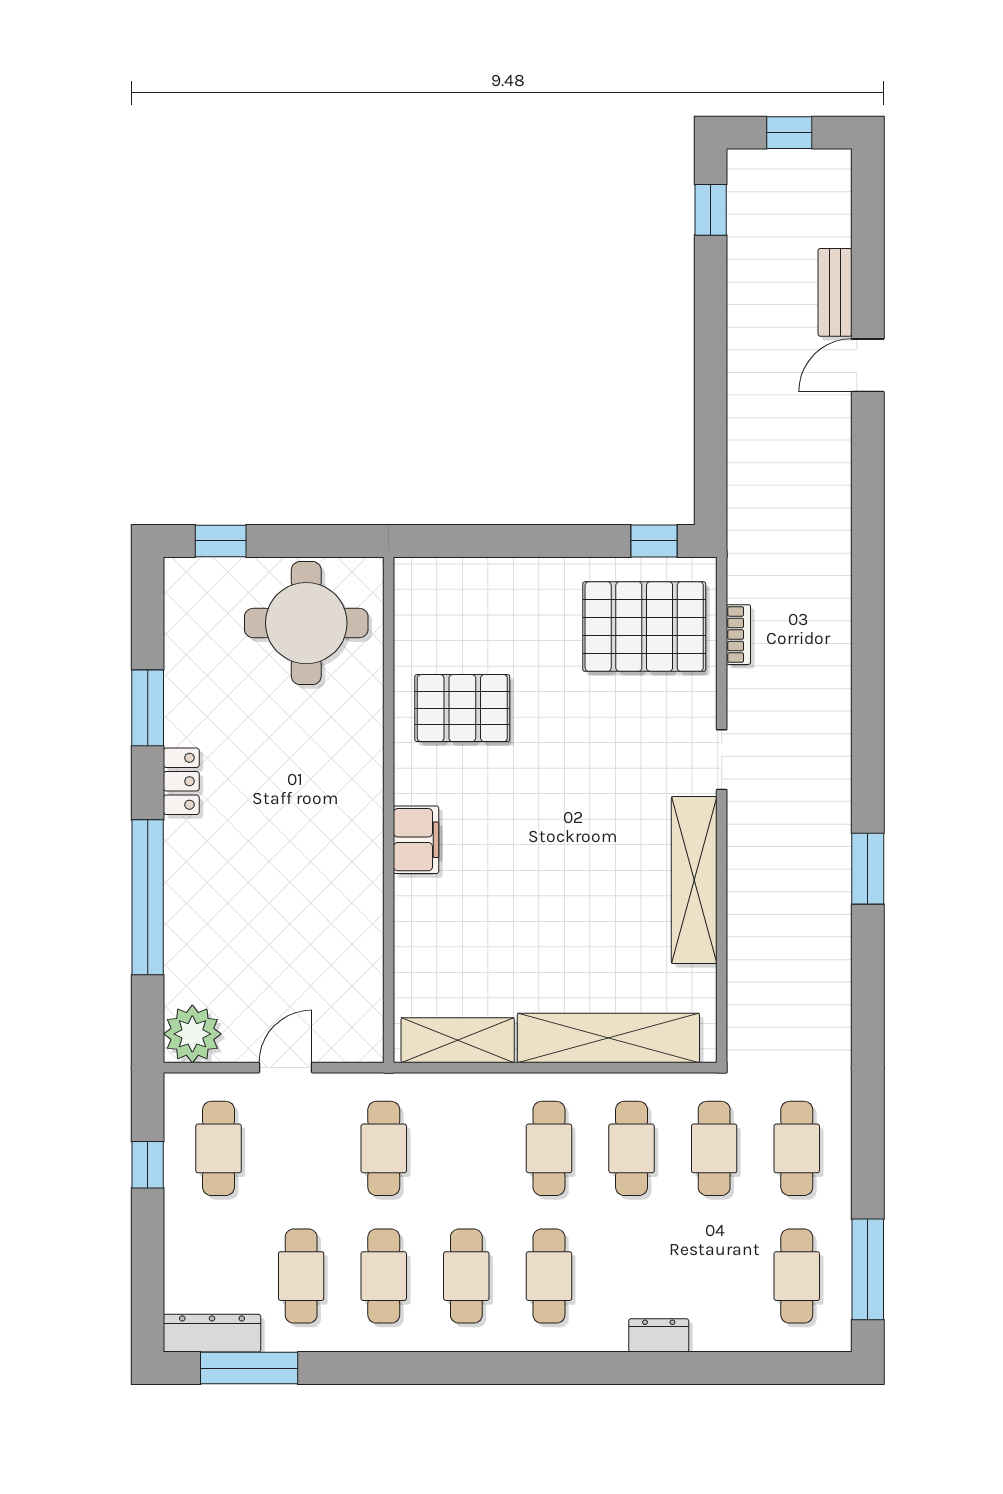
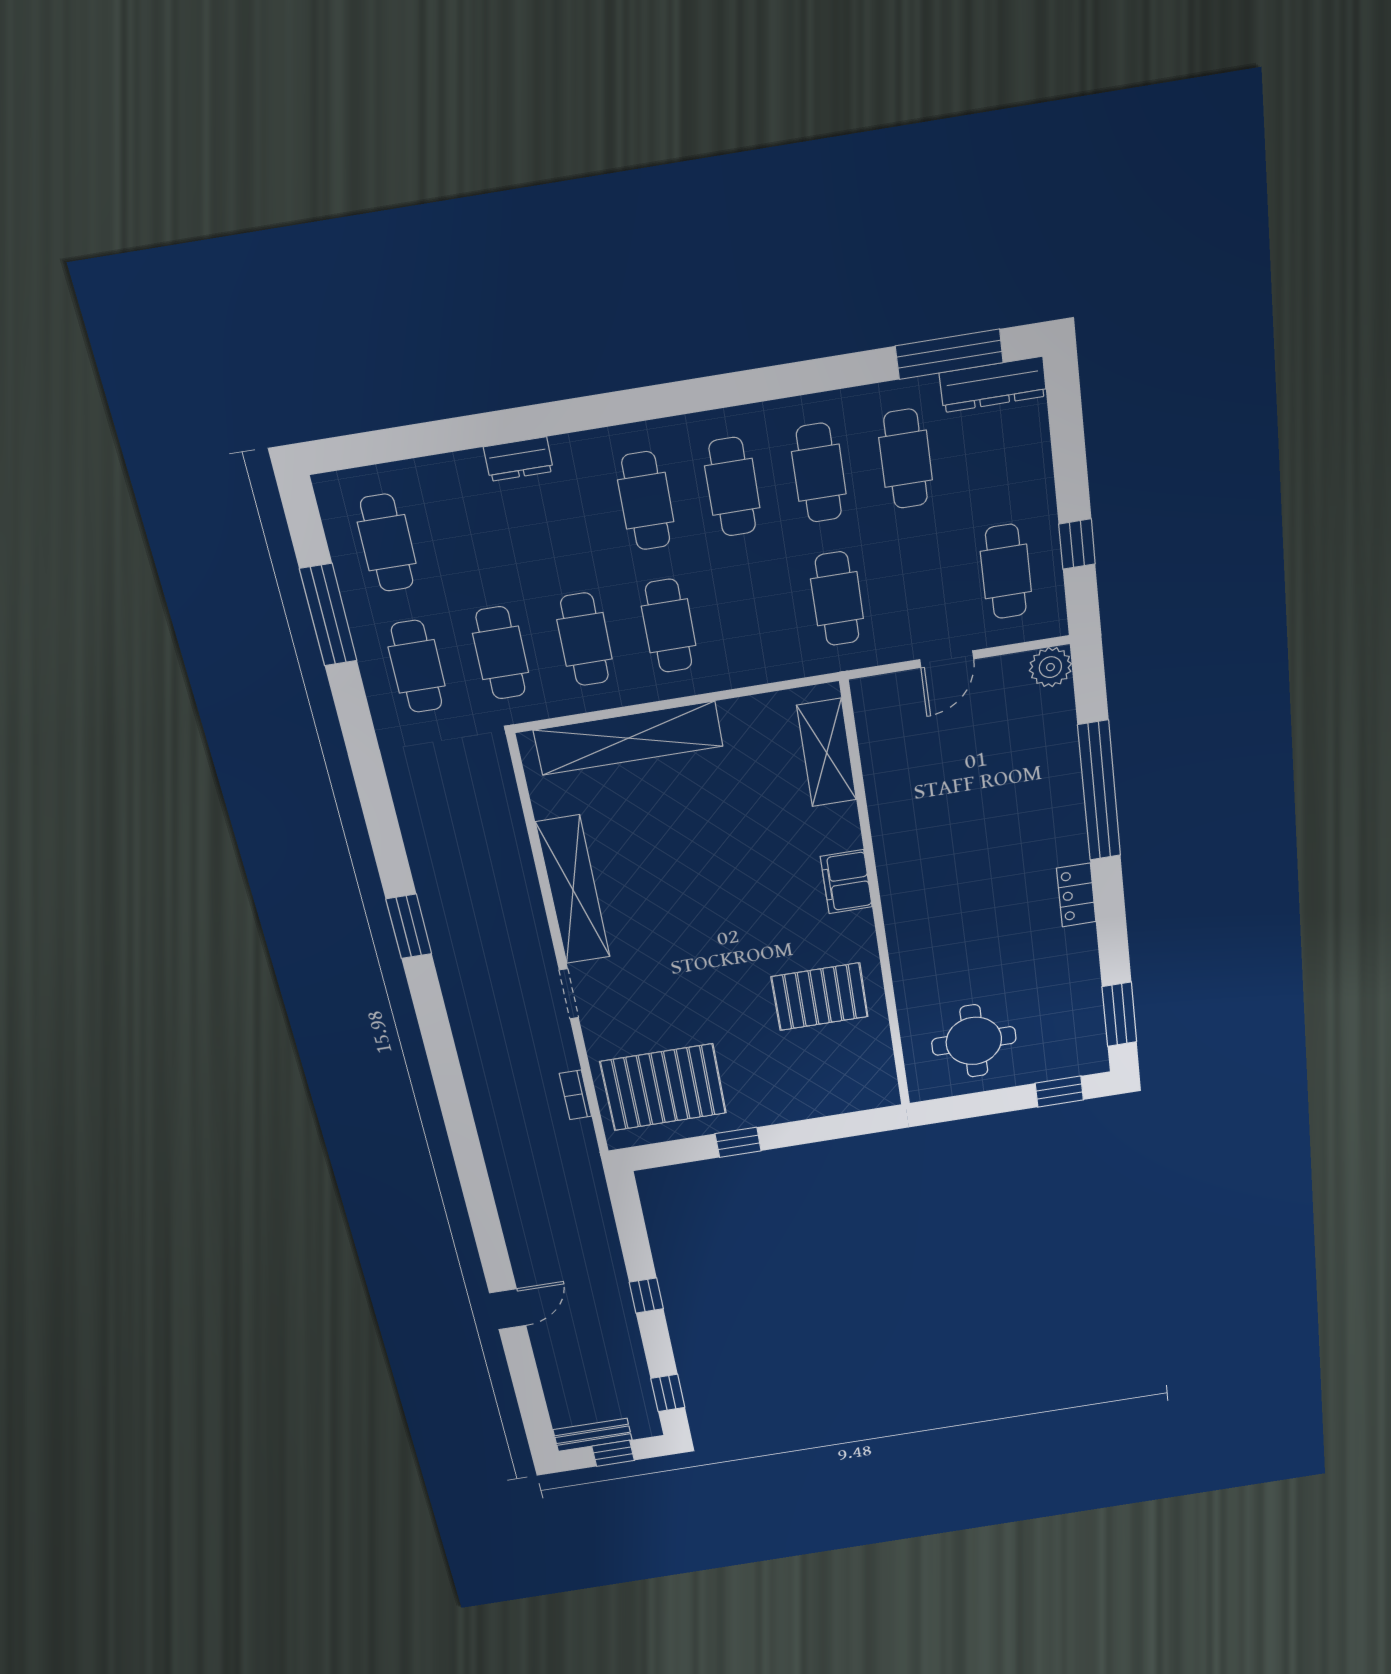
bench: (835, 292) -> (593, 1435), moved, turned 90
window: (711, 354) -> (646, 1296), added
window: (654, 541) -> (738, 1142), moved
round table: (306, 623) -> (974, 1041), width x0.73, depth x0.73
window: (148, 708) -> (1119, 1014), moved
plant: (192, 1034) -> (1050, 667), width x0.73, depth x0.73
shelving: (458, 1040) -> (827, 753), moved, turned 90
window: (868, 1269) -> (328, 615), moved

